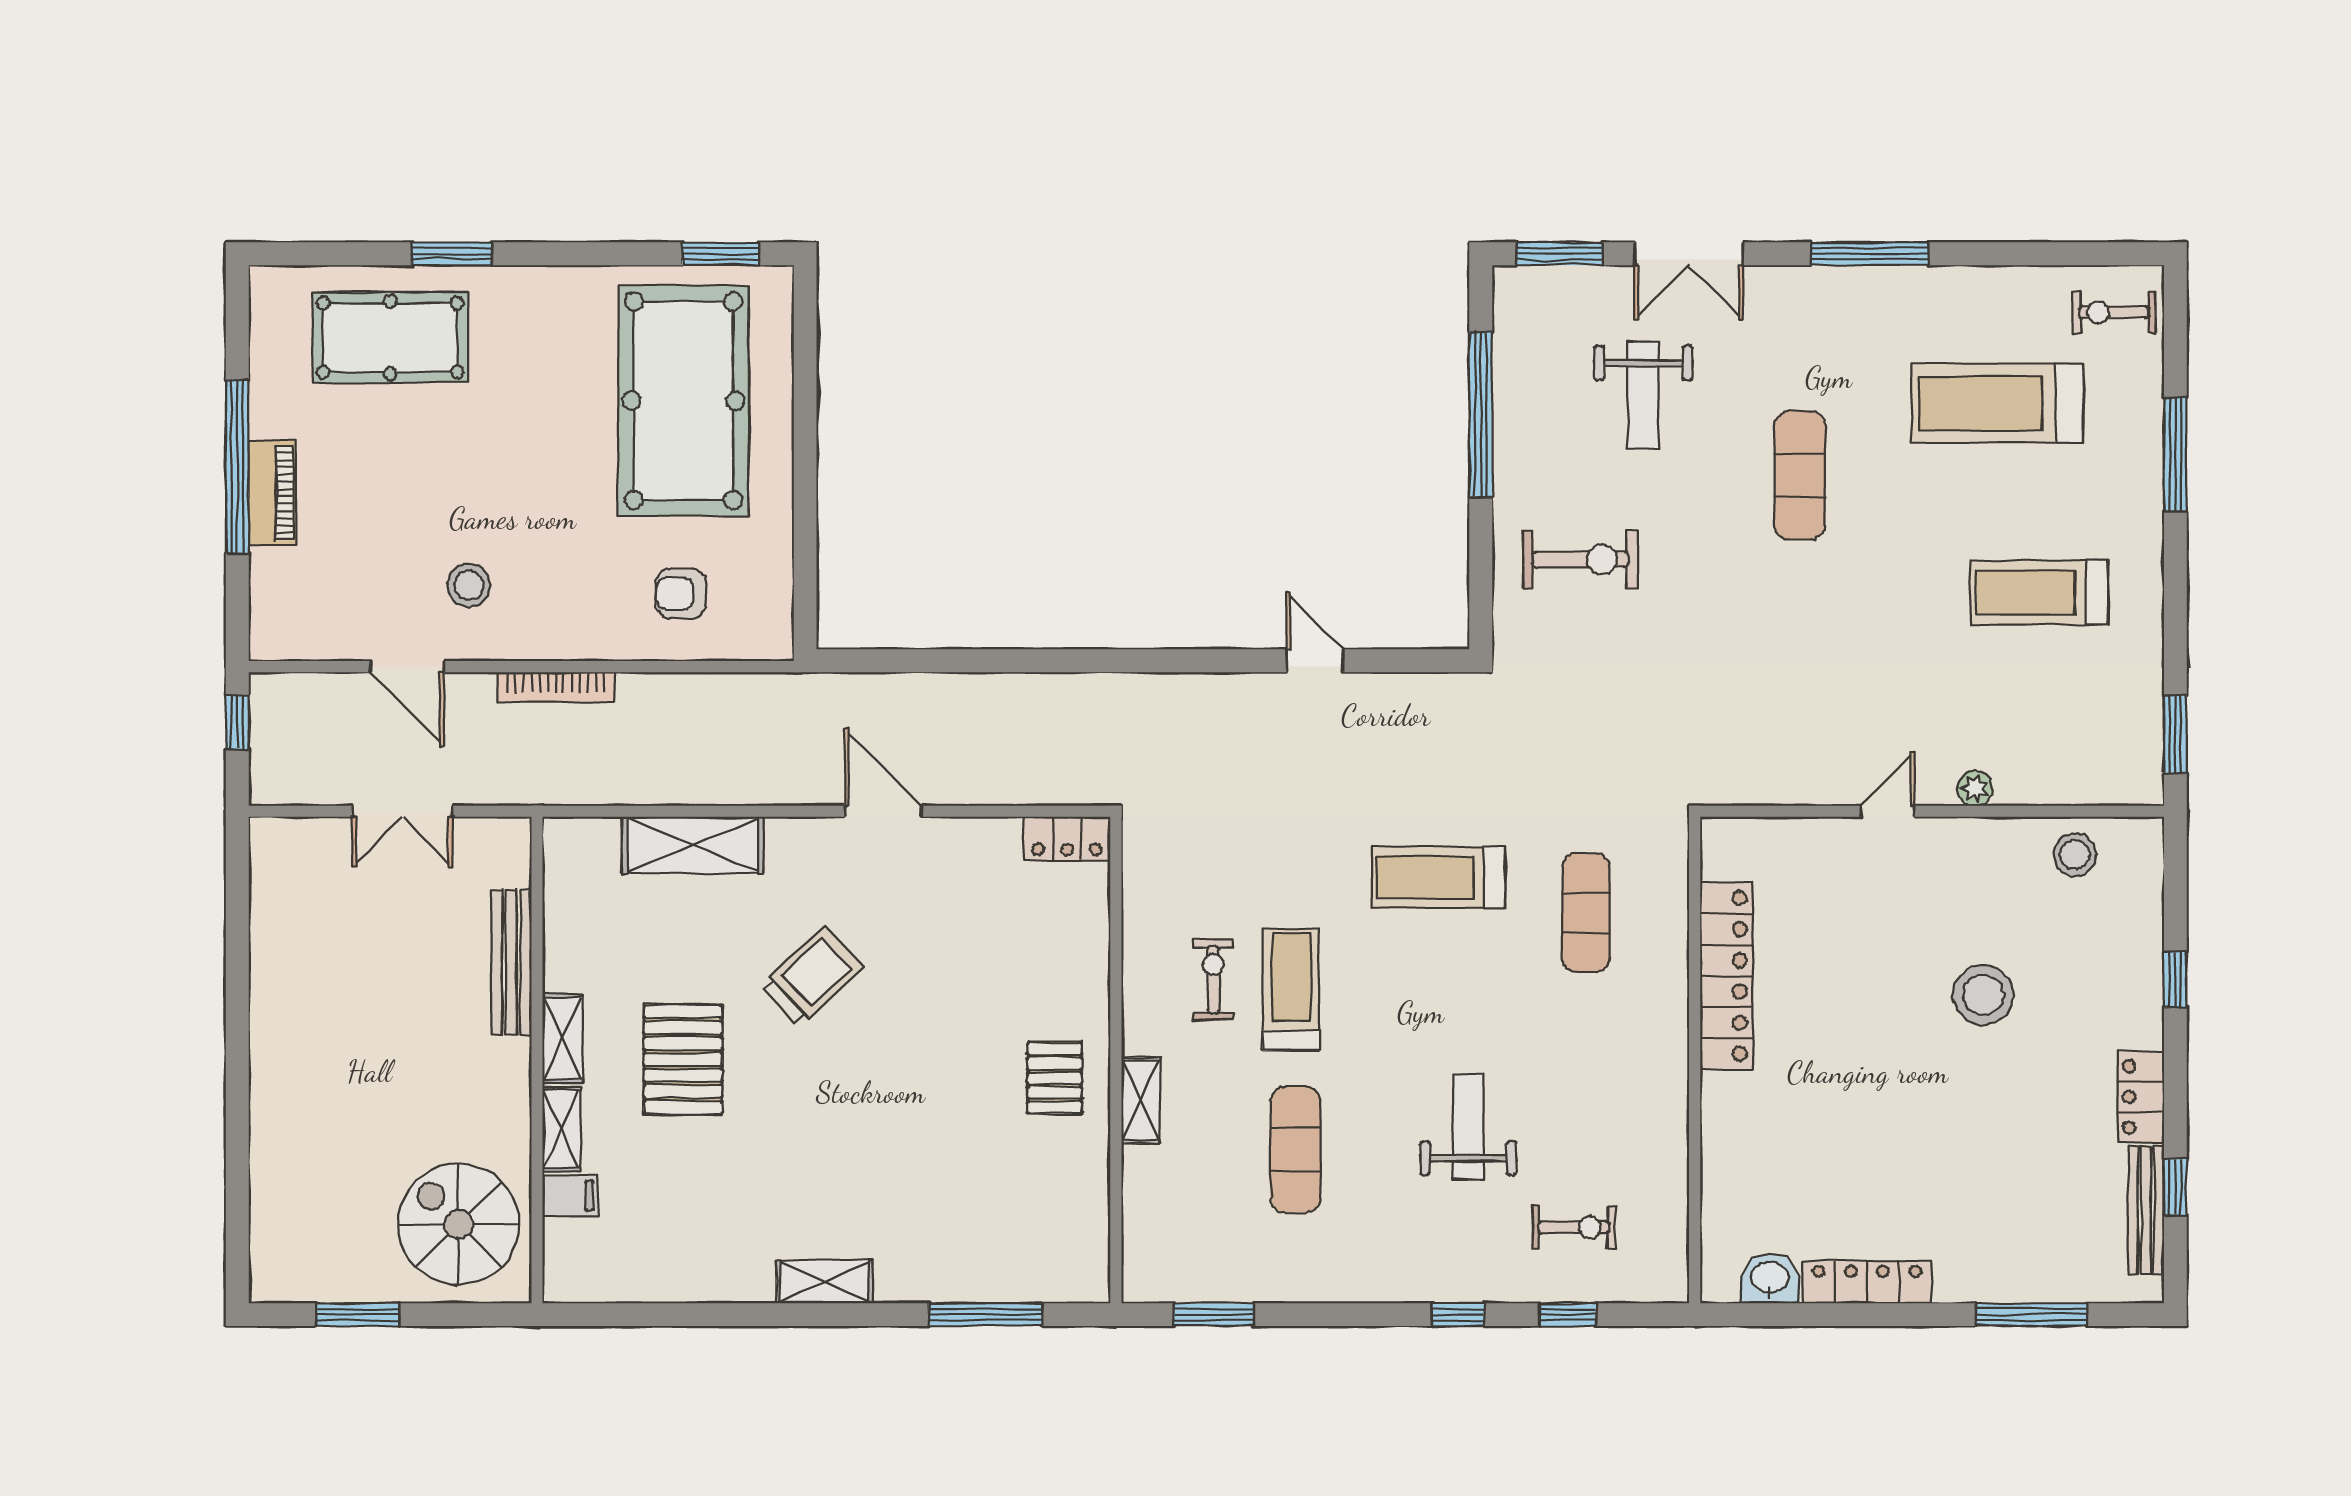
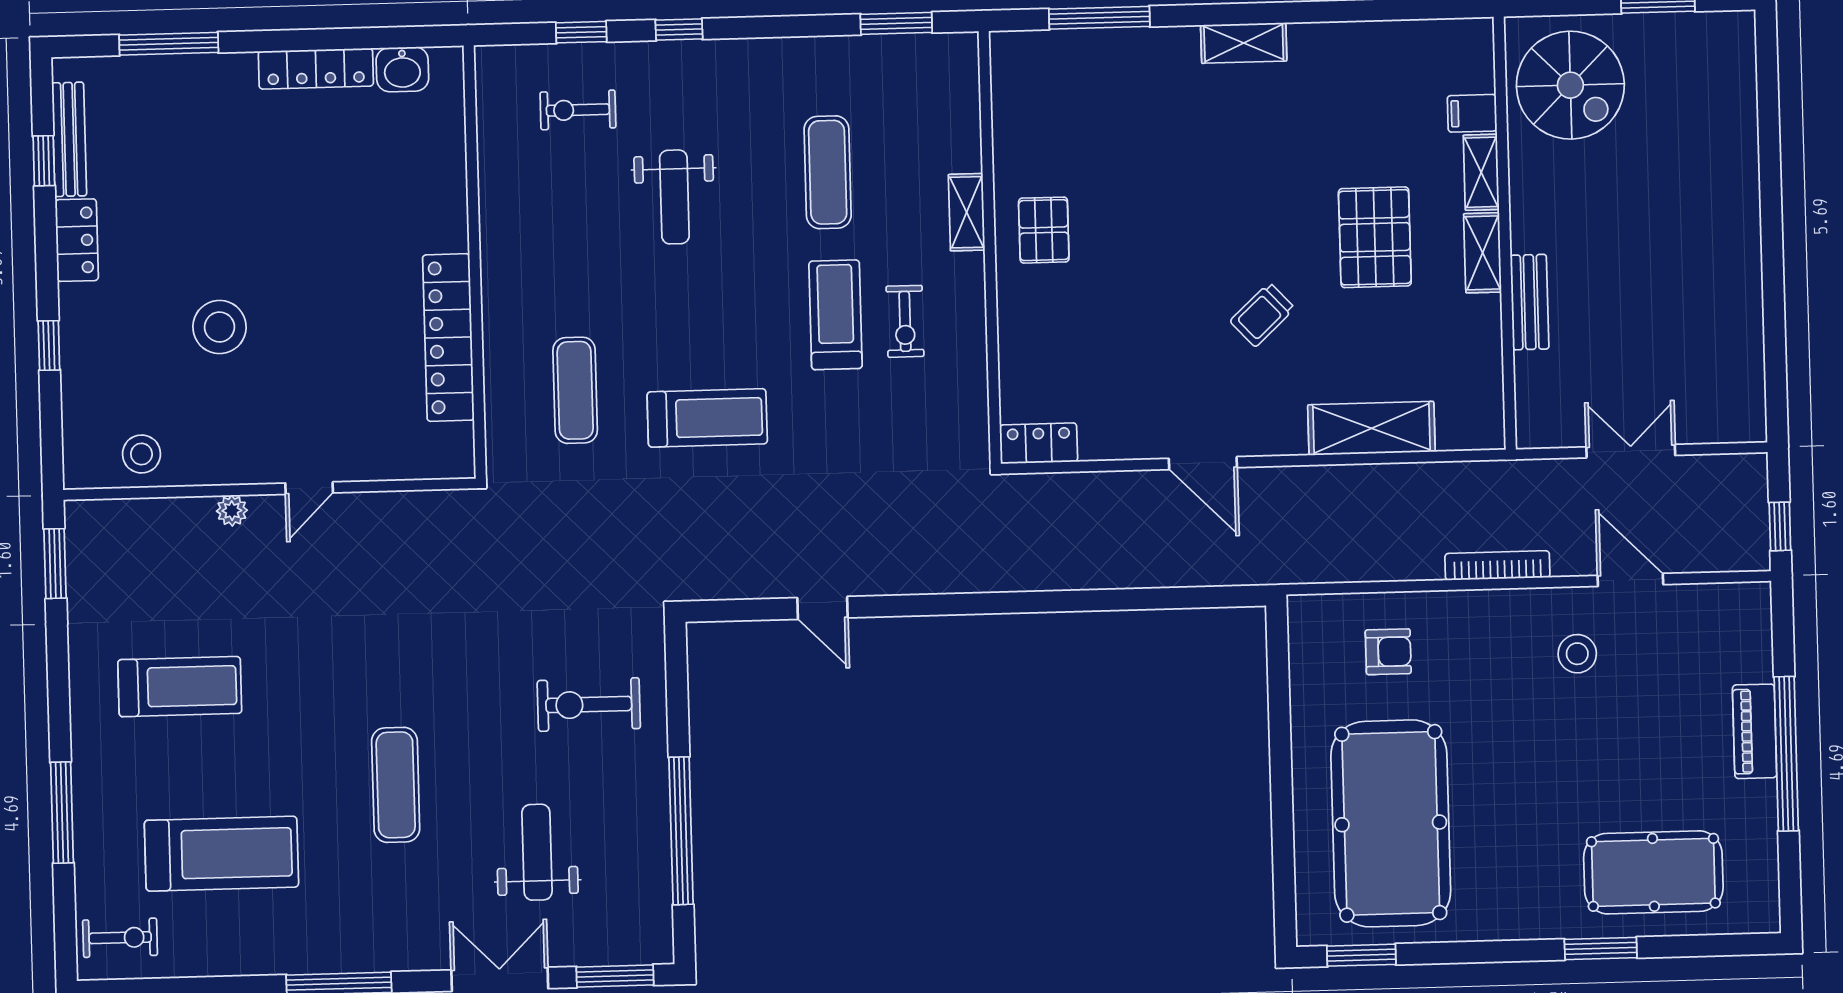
bench: (511, 962) -> (1530, 302), width x0.73
trolley: (812, 976) -> (1262, 315), width x0.73, depth x0.72
treadmill: (1291, 989) -> (836, 315), turned 180

